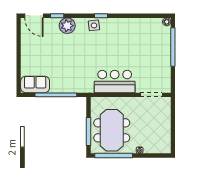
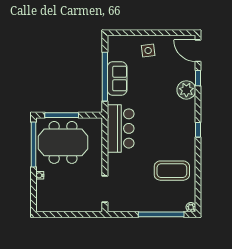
door: (34, 16) -> (198, 51), hinge flipped
side table: (94, 25) -> (148, 50), moved
coffee table: (136, 38) -> (172, 171), added
bar counter: (115, 82) -> (121, 128), moved
sofa: (35, 84) -> (117, 78), moved

